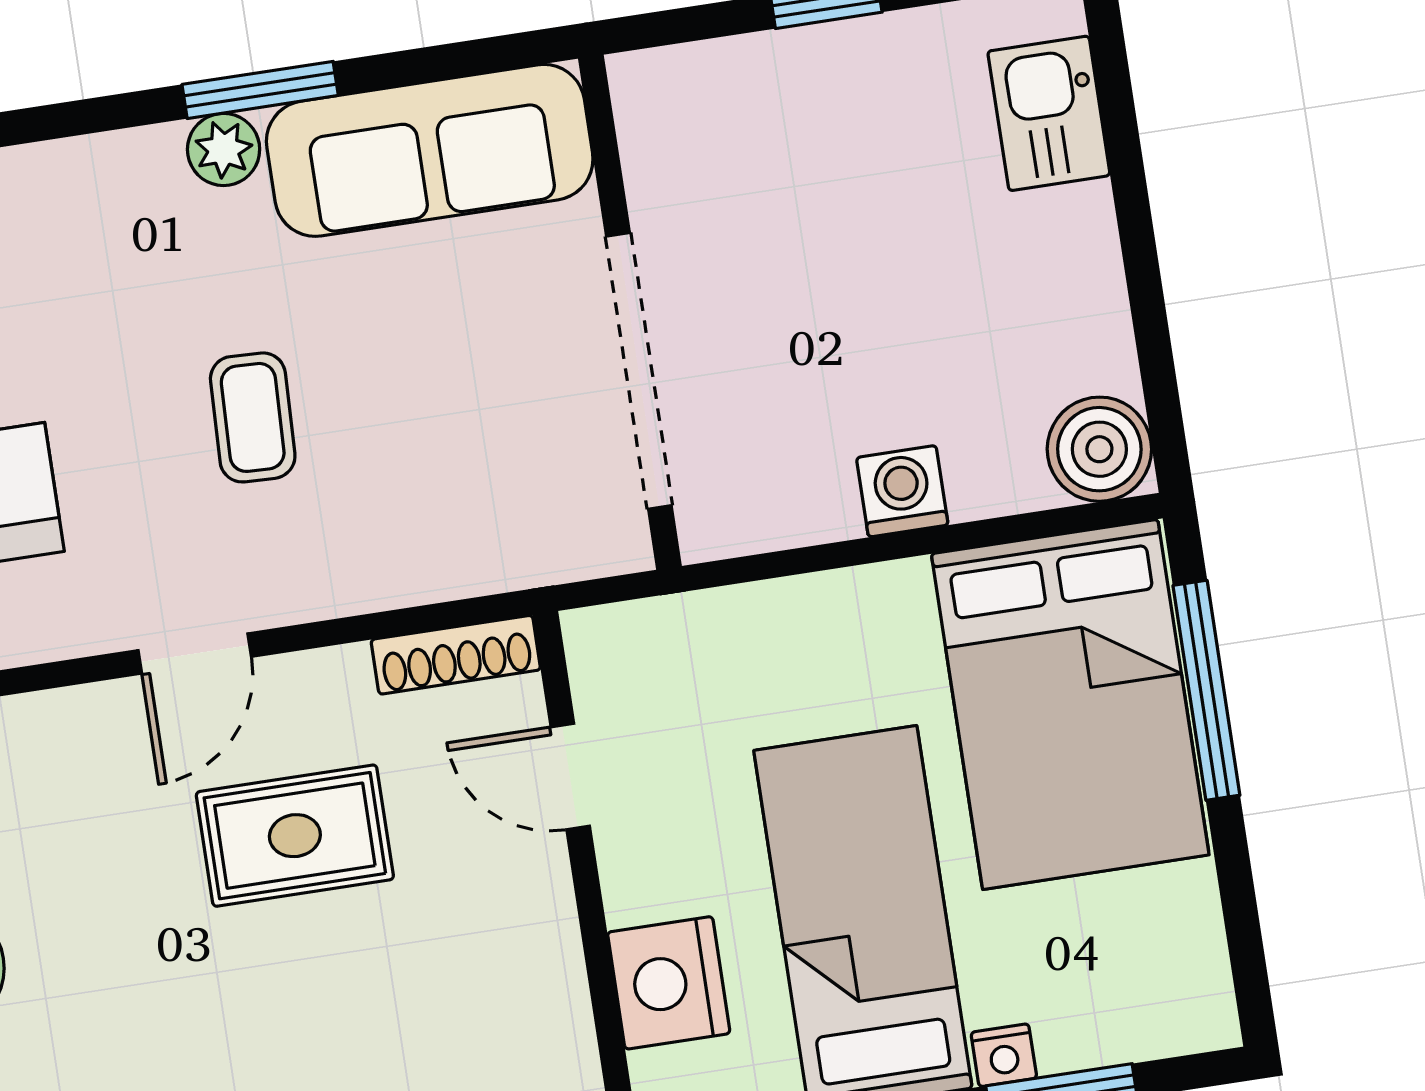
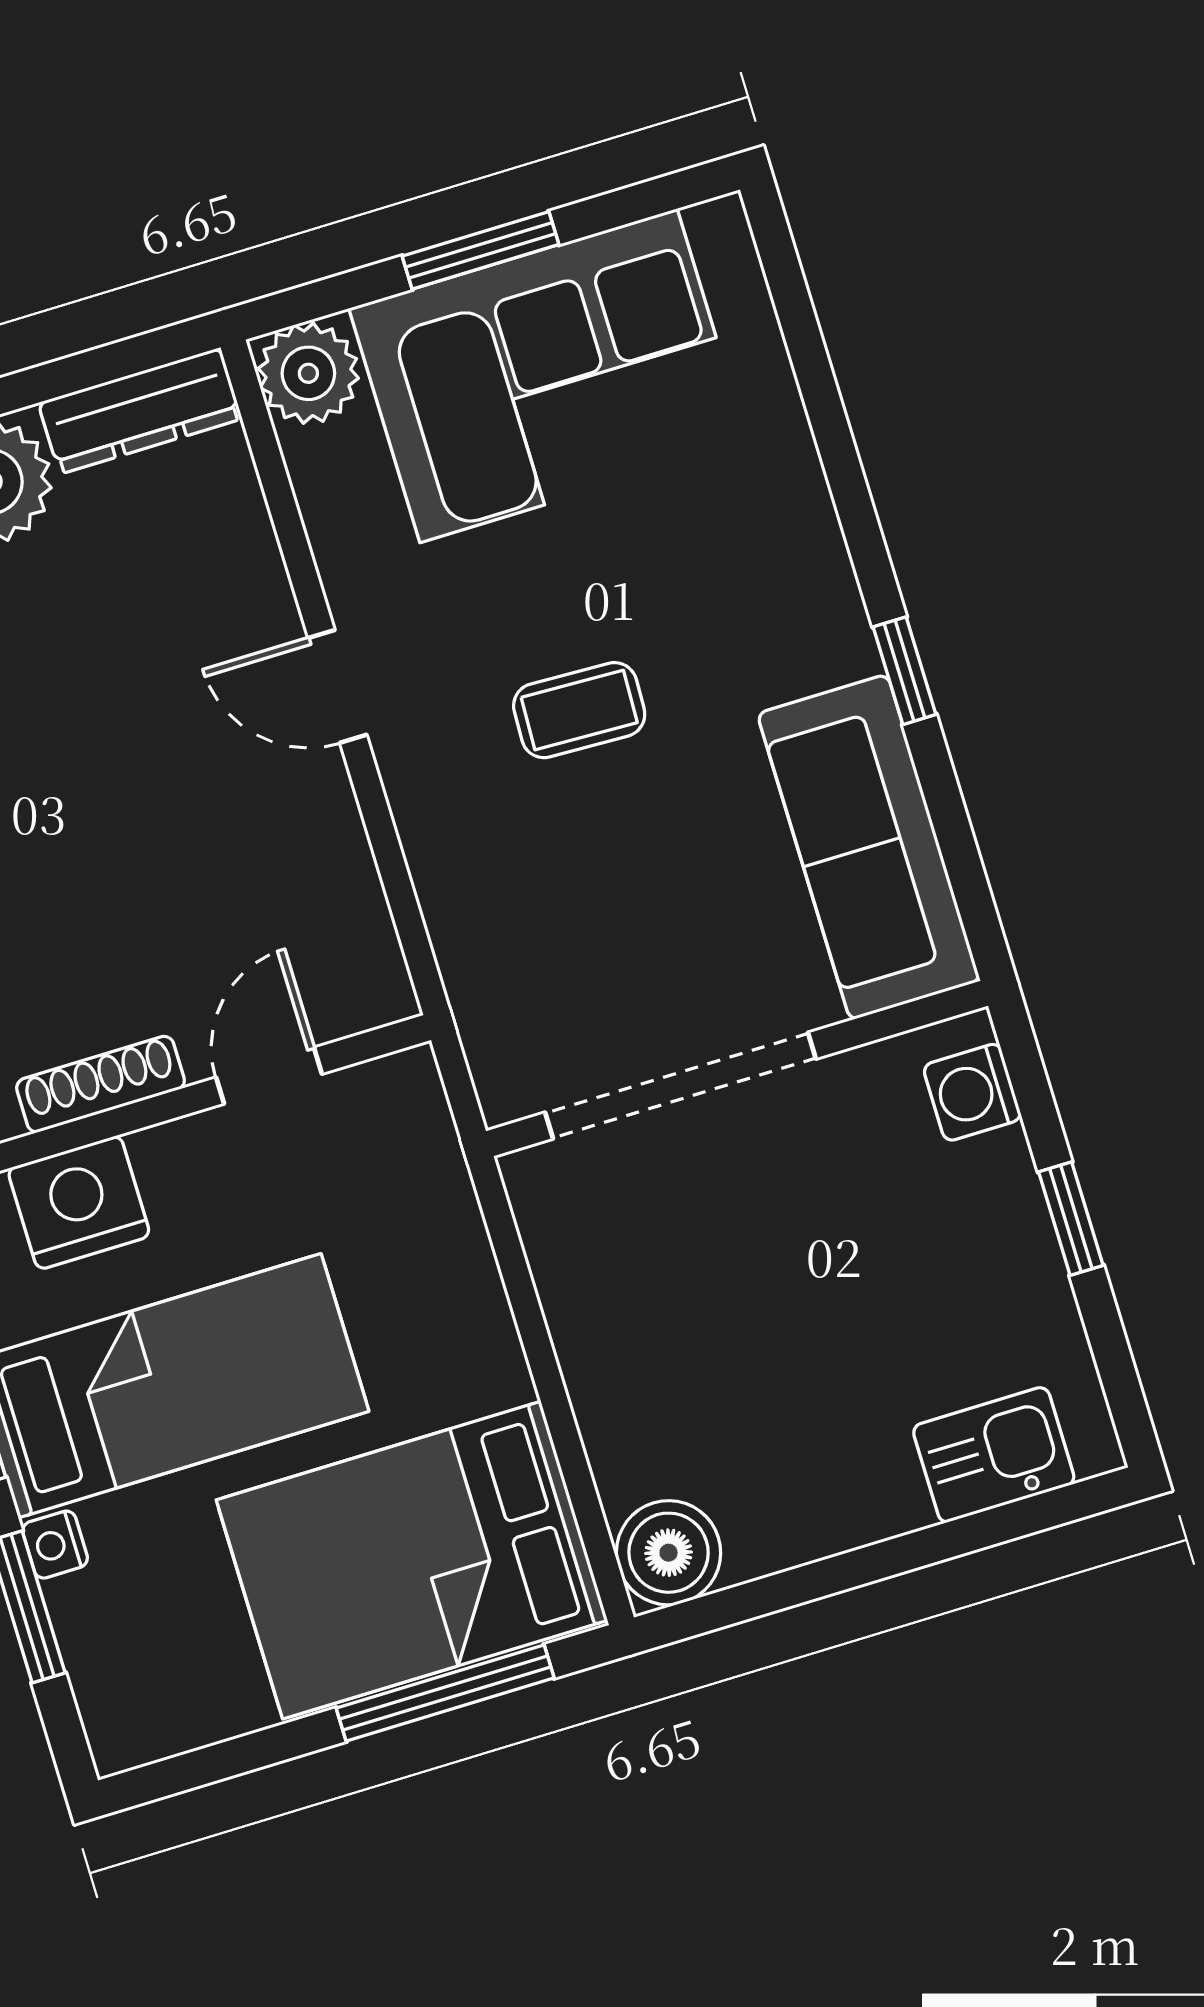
window: (260, 90) -> (904, 671), width x0.67
plant: (224, 149) -> (840, 643), removed
washing machine: (902, 491) -> (972, 1092), moved, turned 180
shoe rack: (456, 655) -> (101, 1084), moved, turned 90
rug: (295, 836) -> (171, 811), removed

